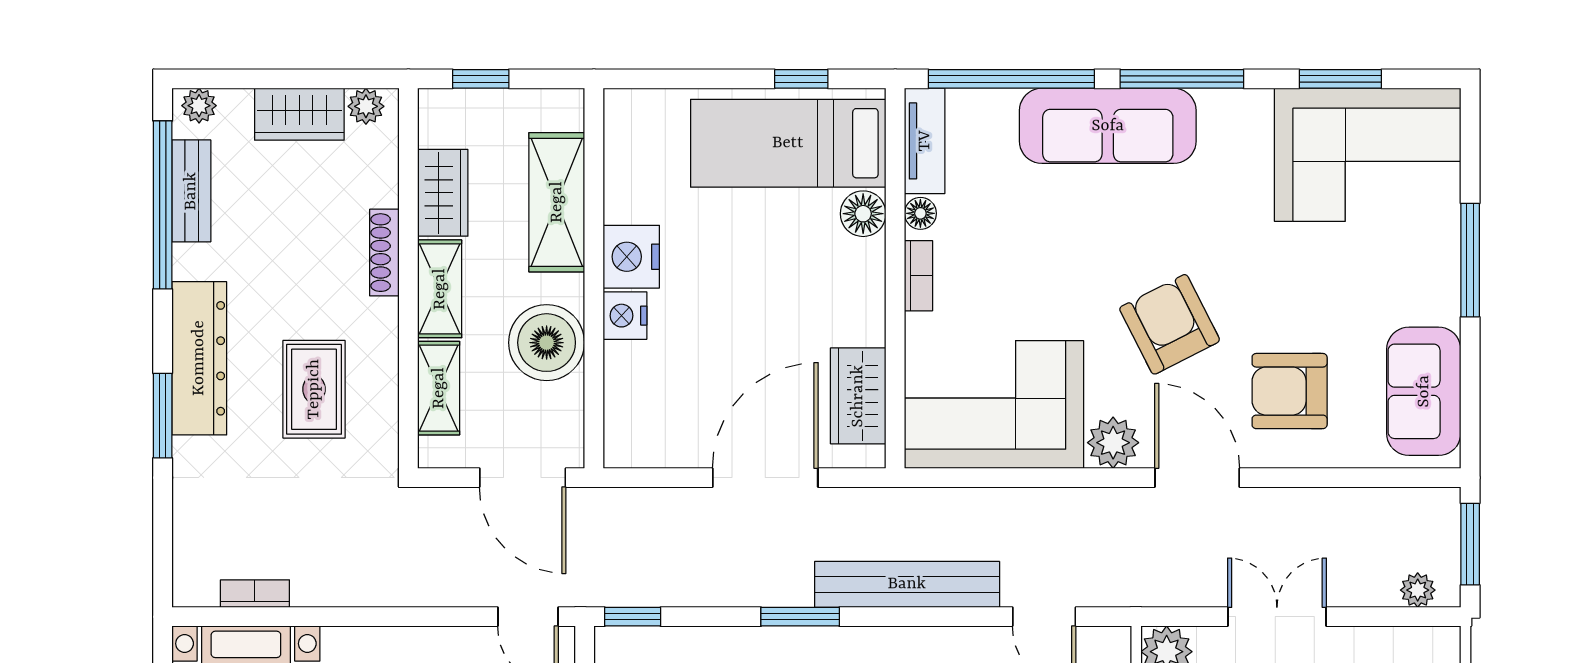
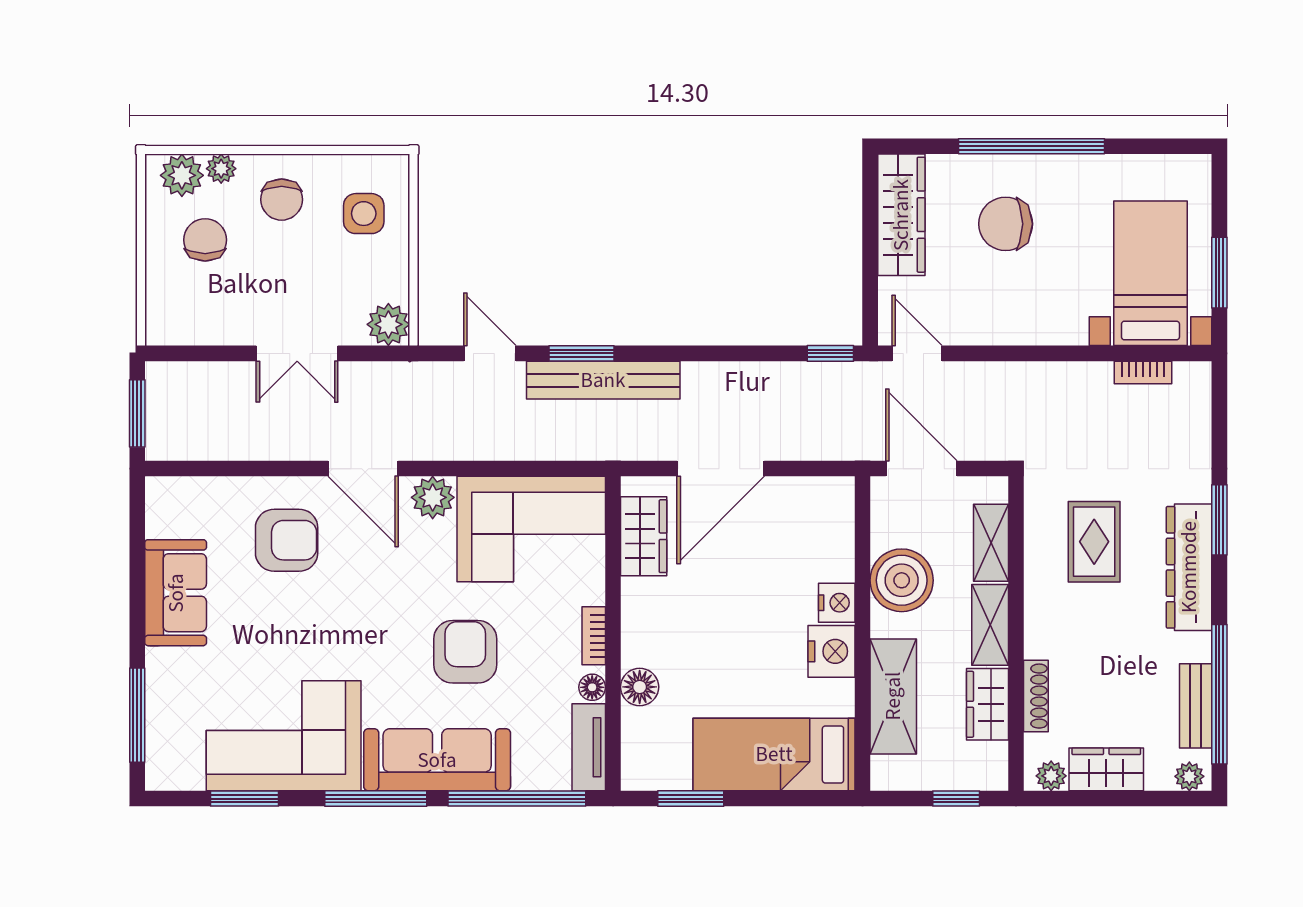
window: (801, 79) -> (691, 799), width x1.50
bed: (788, 143) -> (774, 754), moved, turned 180
corner sofa: (1368, 155) -> (284, 736), moved
shoe rack: (384, 253) -> (1036, 696), moved
window: (1470, 260) -> (137, 715), moved
armchair: (1170, 324) -> (465, 652), moved, turned -153
sofa: (1424, 391) -> (176, 593), moved
plant: (1418, 590) -> (181, 375), removed
window: (800, 617) -> (582, 353), moved

